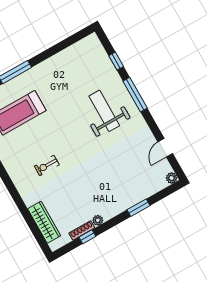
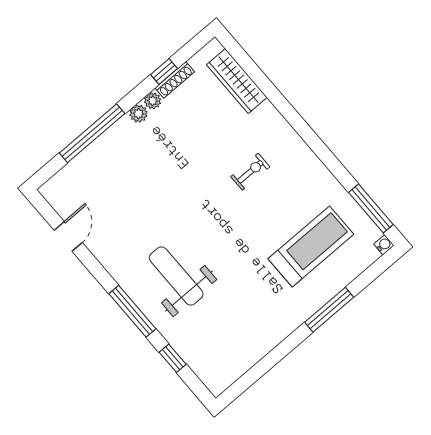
weight bench: (104, 111) -> (176, 276), turned 180
plant: (172, 178) -> (138, 114), moved
window: (139, 208) -> (92, 133), width x2.11

